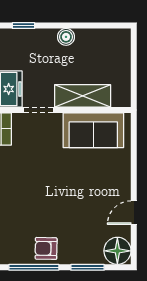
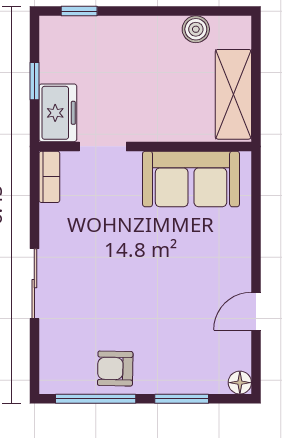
boiler: (66, 37) -> (196, 29), moved
shelving: (83, 96) -> (233, 94), moved, turned 90
floor lamp: (117, 251) -> (240, 383), width x0.53, depth x0.53

